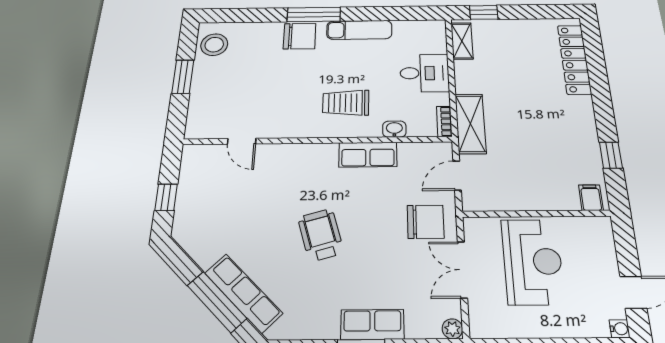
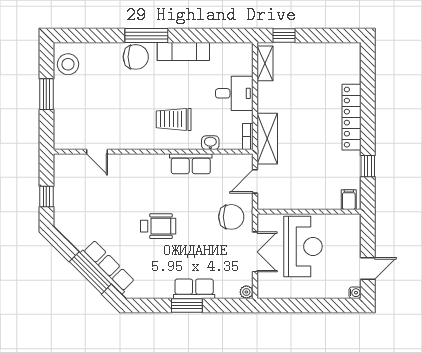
locker: (574, 59) -> (352, 117), moved
wheelchair: (321, 235) -> (158, 226), turned 106
double door: (462, 270) -> (255, 252), swing flipped

